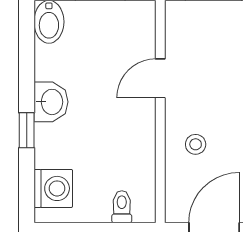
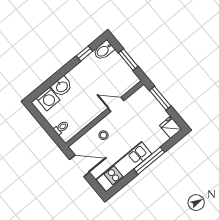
washbasin: (51, 102) -> (62, 87), moved
window: (27, 130) -> (84, 54), moved

